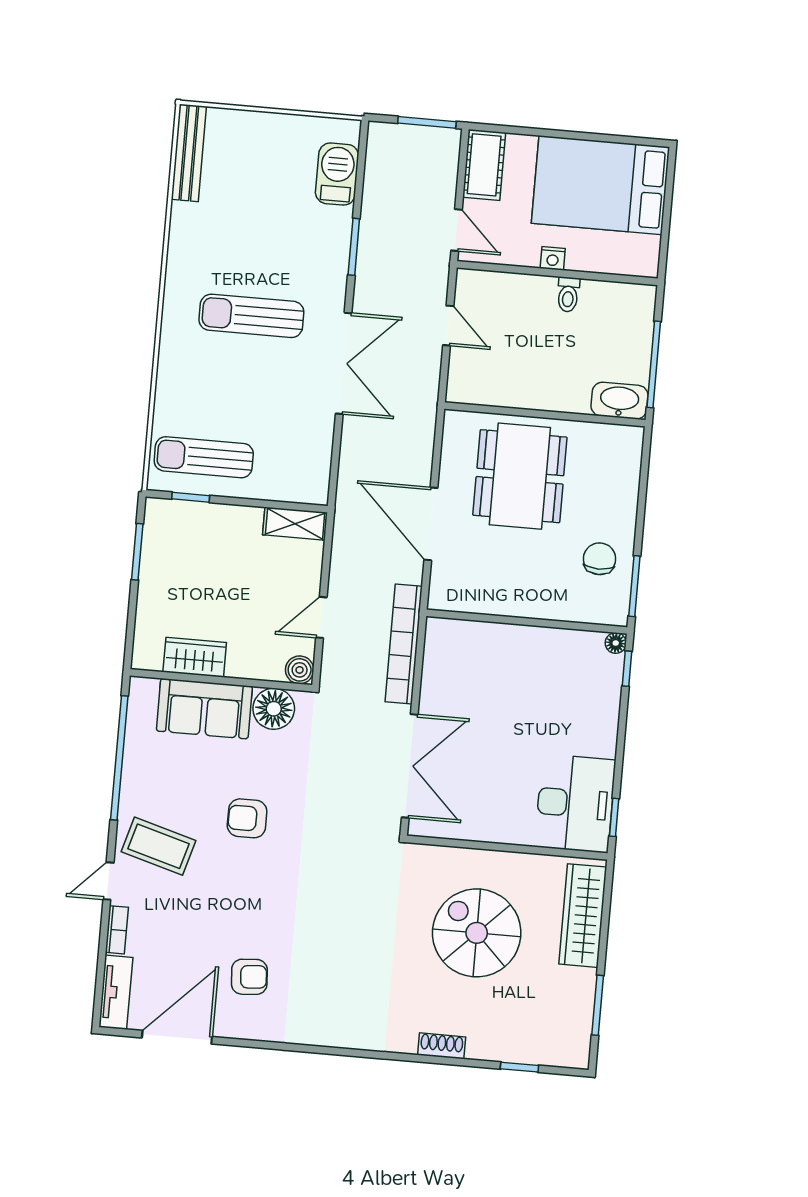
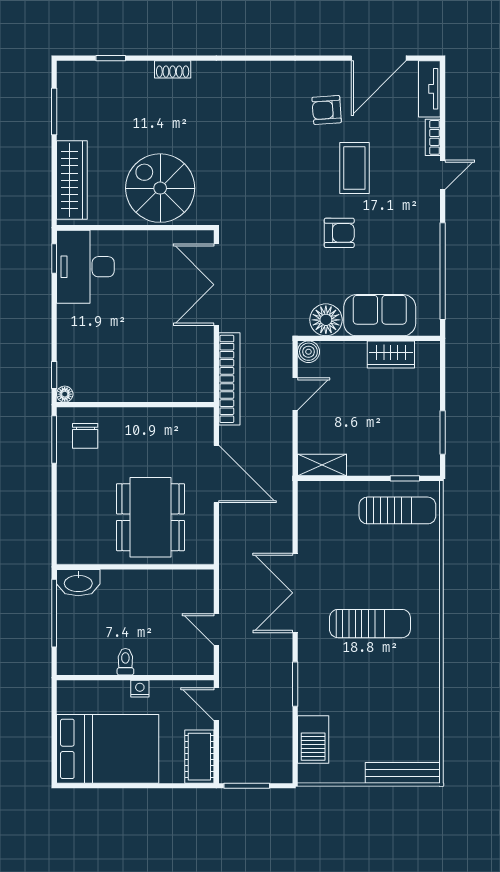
bench: (189, 153) -> (403, 773), moved, turned 90
chair: (600, 559) -> (85, 436), moved
coffee table: (158, 846) -> (354, 168), moved, turned 74
spiral stairs: (477, 933) -> (160, 188), moved, turned 180

